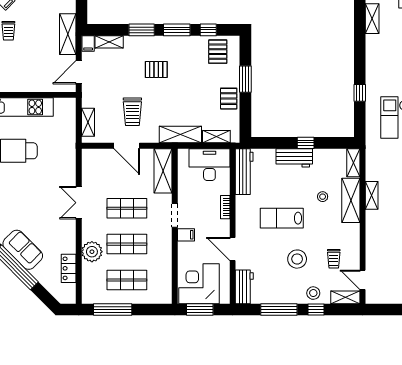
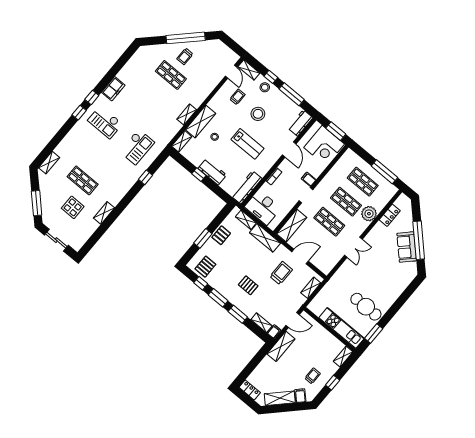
door: (127, 146) -> (300, 257), hinge flipped

